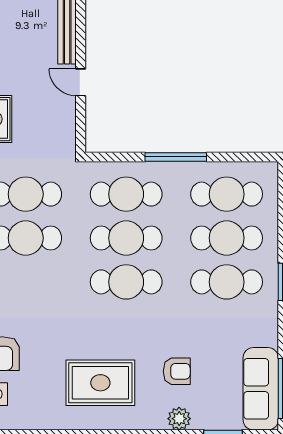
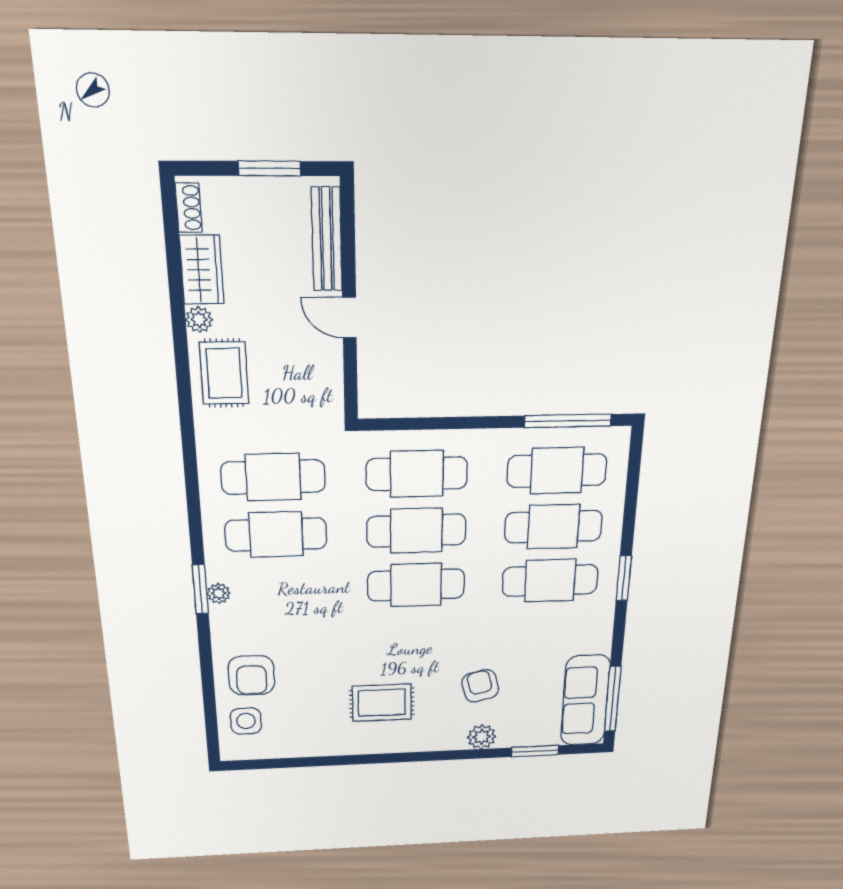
window: (176, 157) -> (568, 421), moved
armchair: (177, 371) -> (480, 686), turned -104
rug: (100, 383) -> (382, 703), width x0.73, depth x0.70

